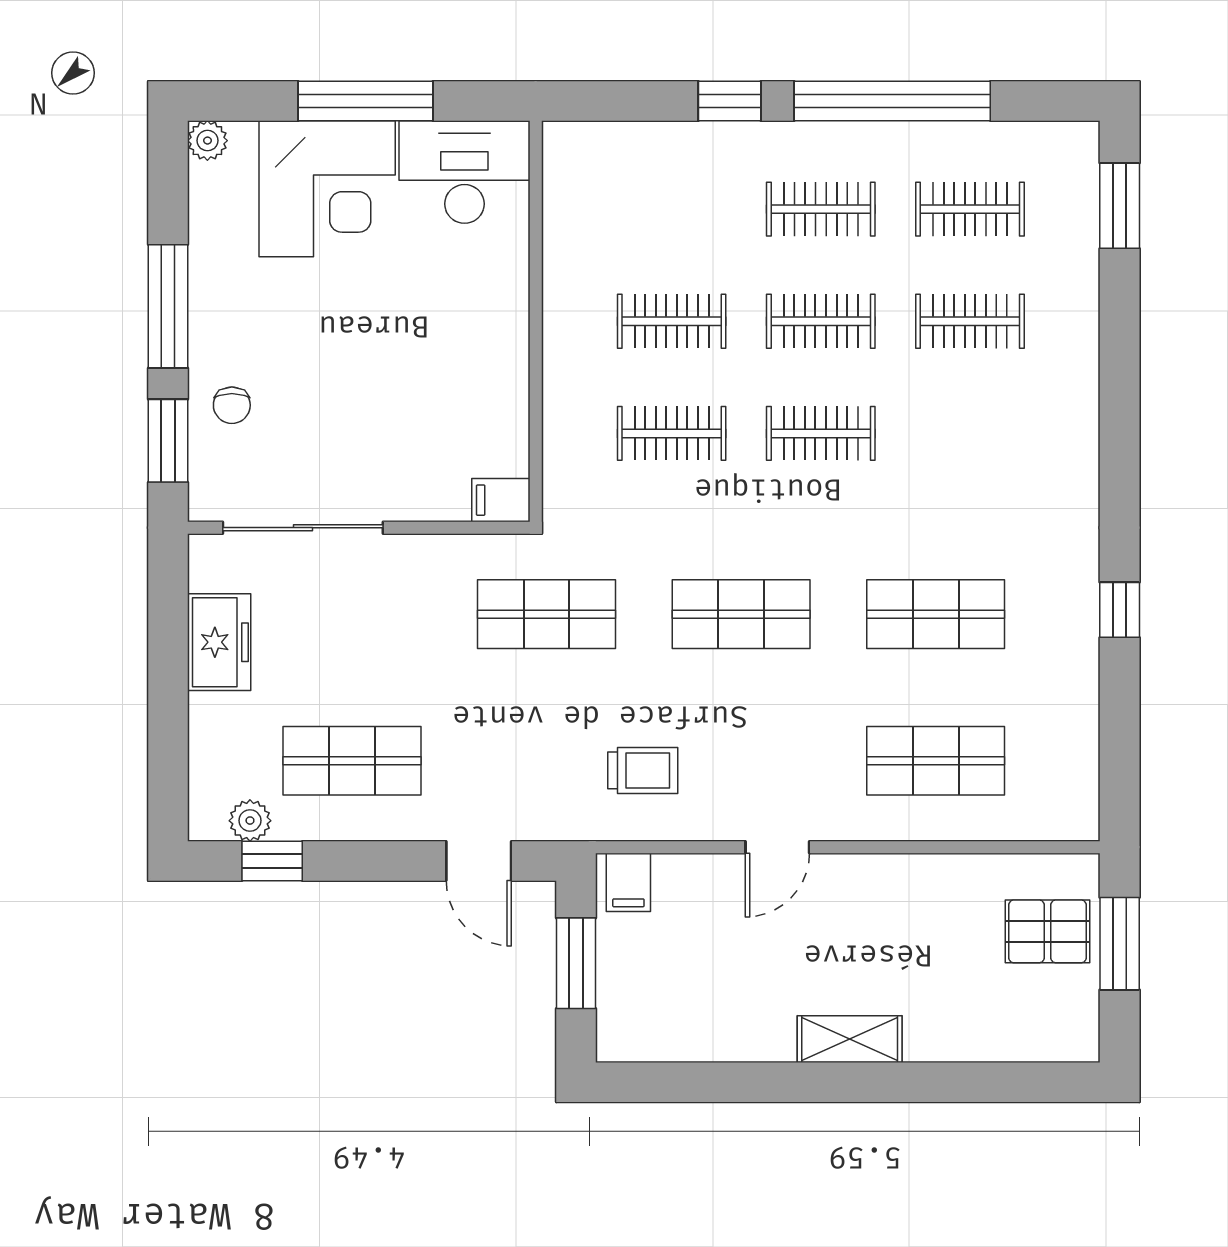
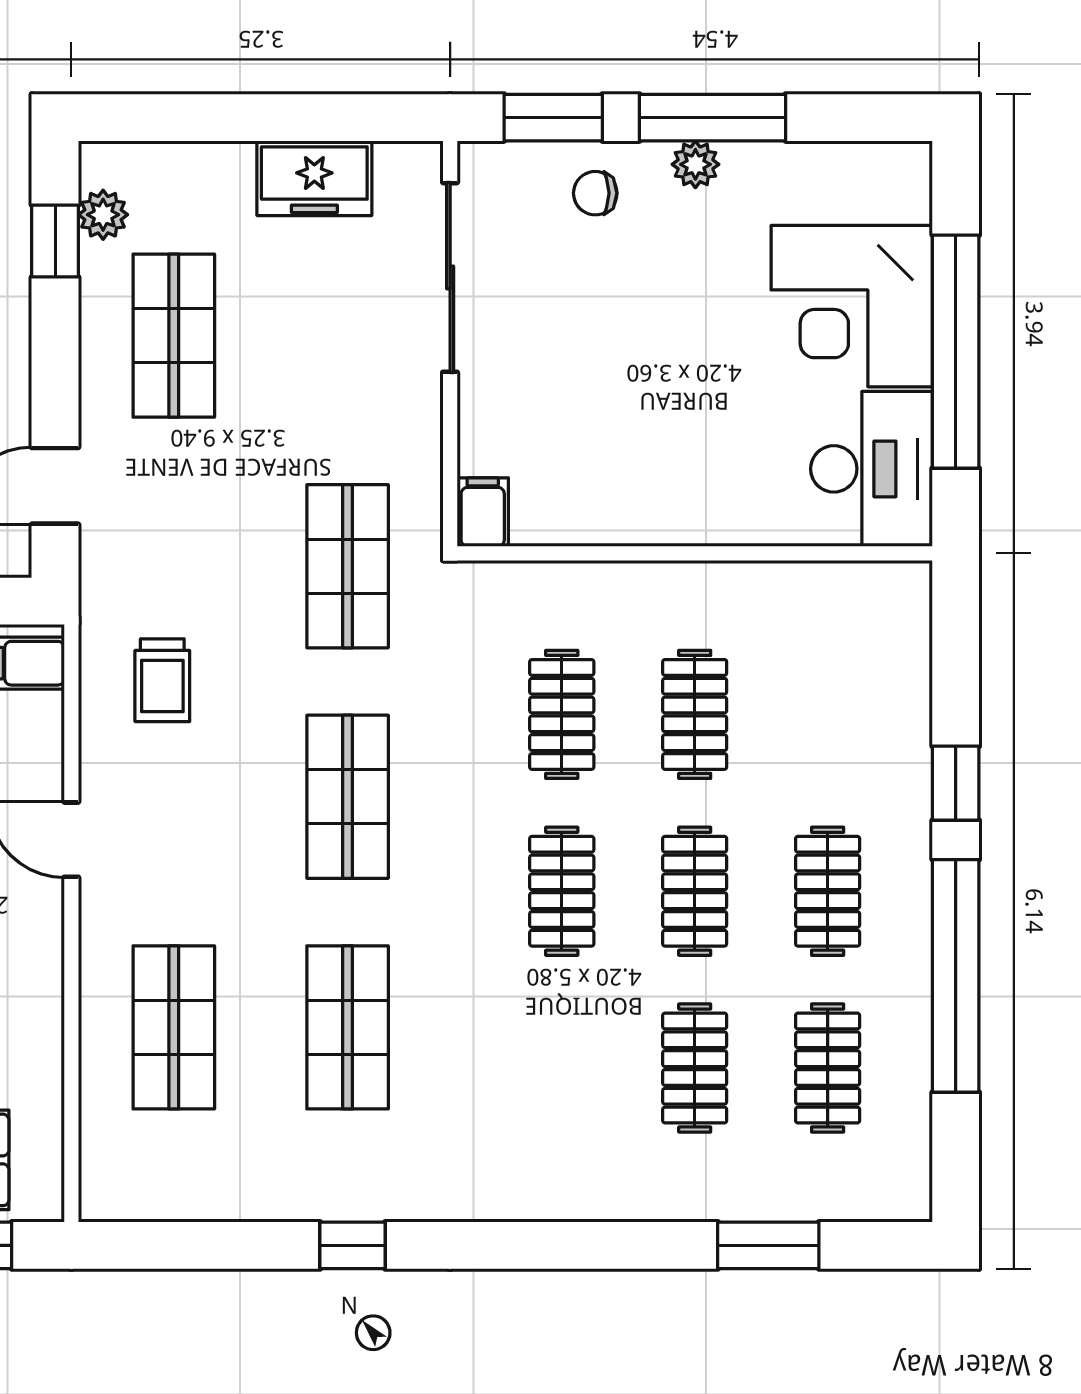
window: (365, 101) -> (956, 352), width x1.46
plant: (207, 141) -> (695, 164), moved
window: (1120, 206) -> (768, 1245), moved

